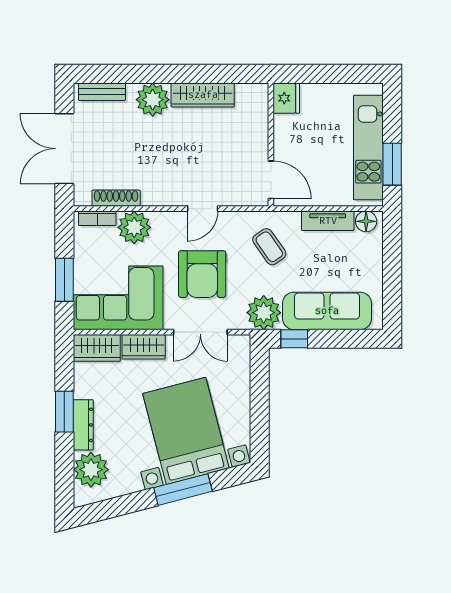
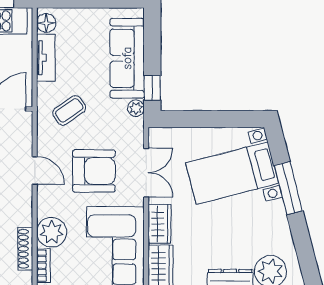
plant: (264, 313) -> (136, 108), width x0.53, depth x0.53
bed with nightstands: (186, 431) -> (232, 173), width x0.73

